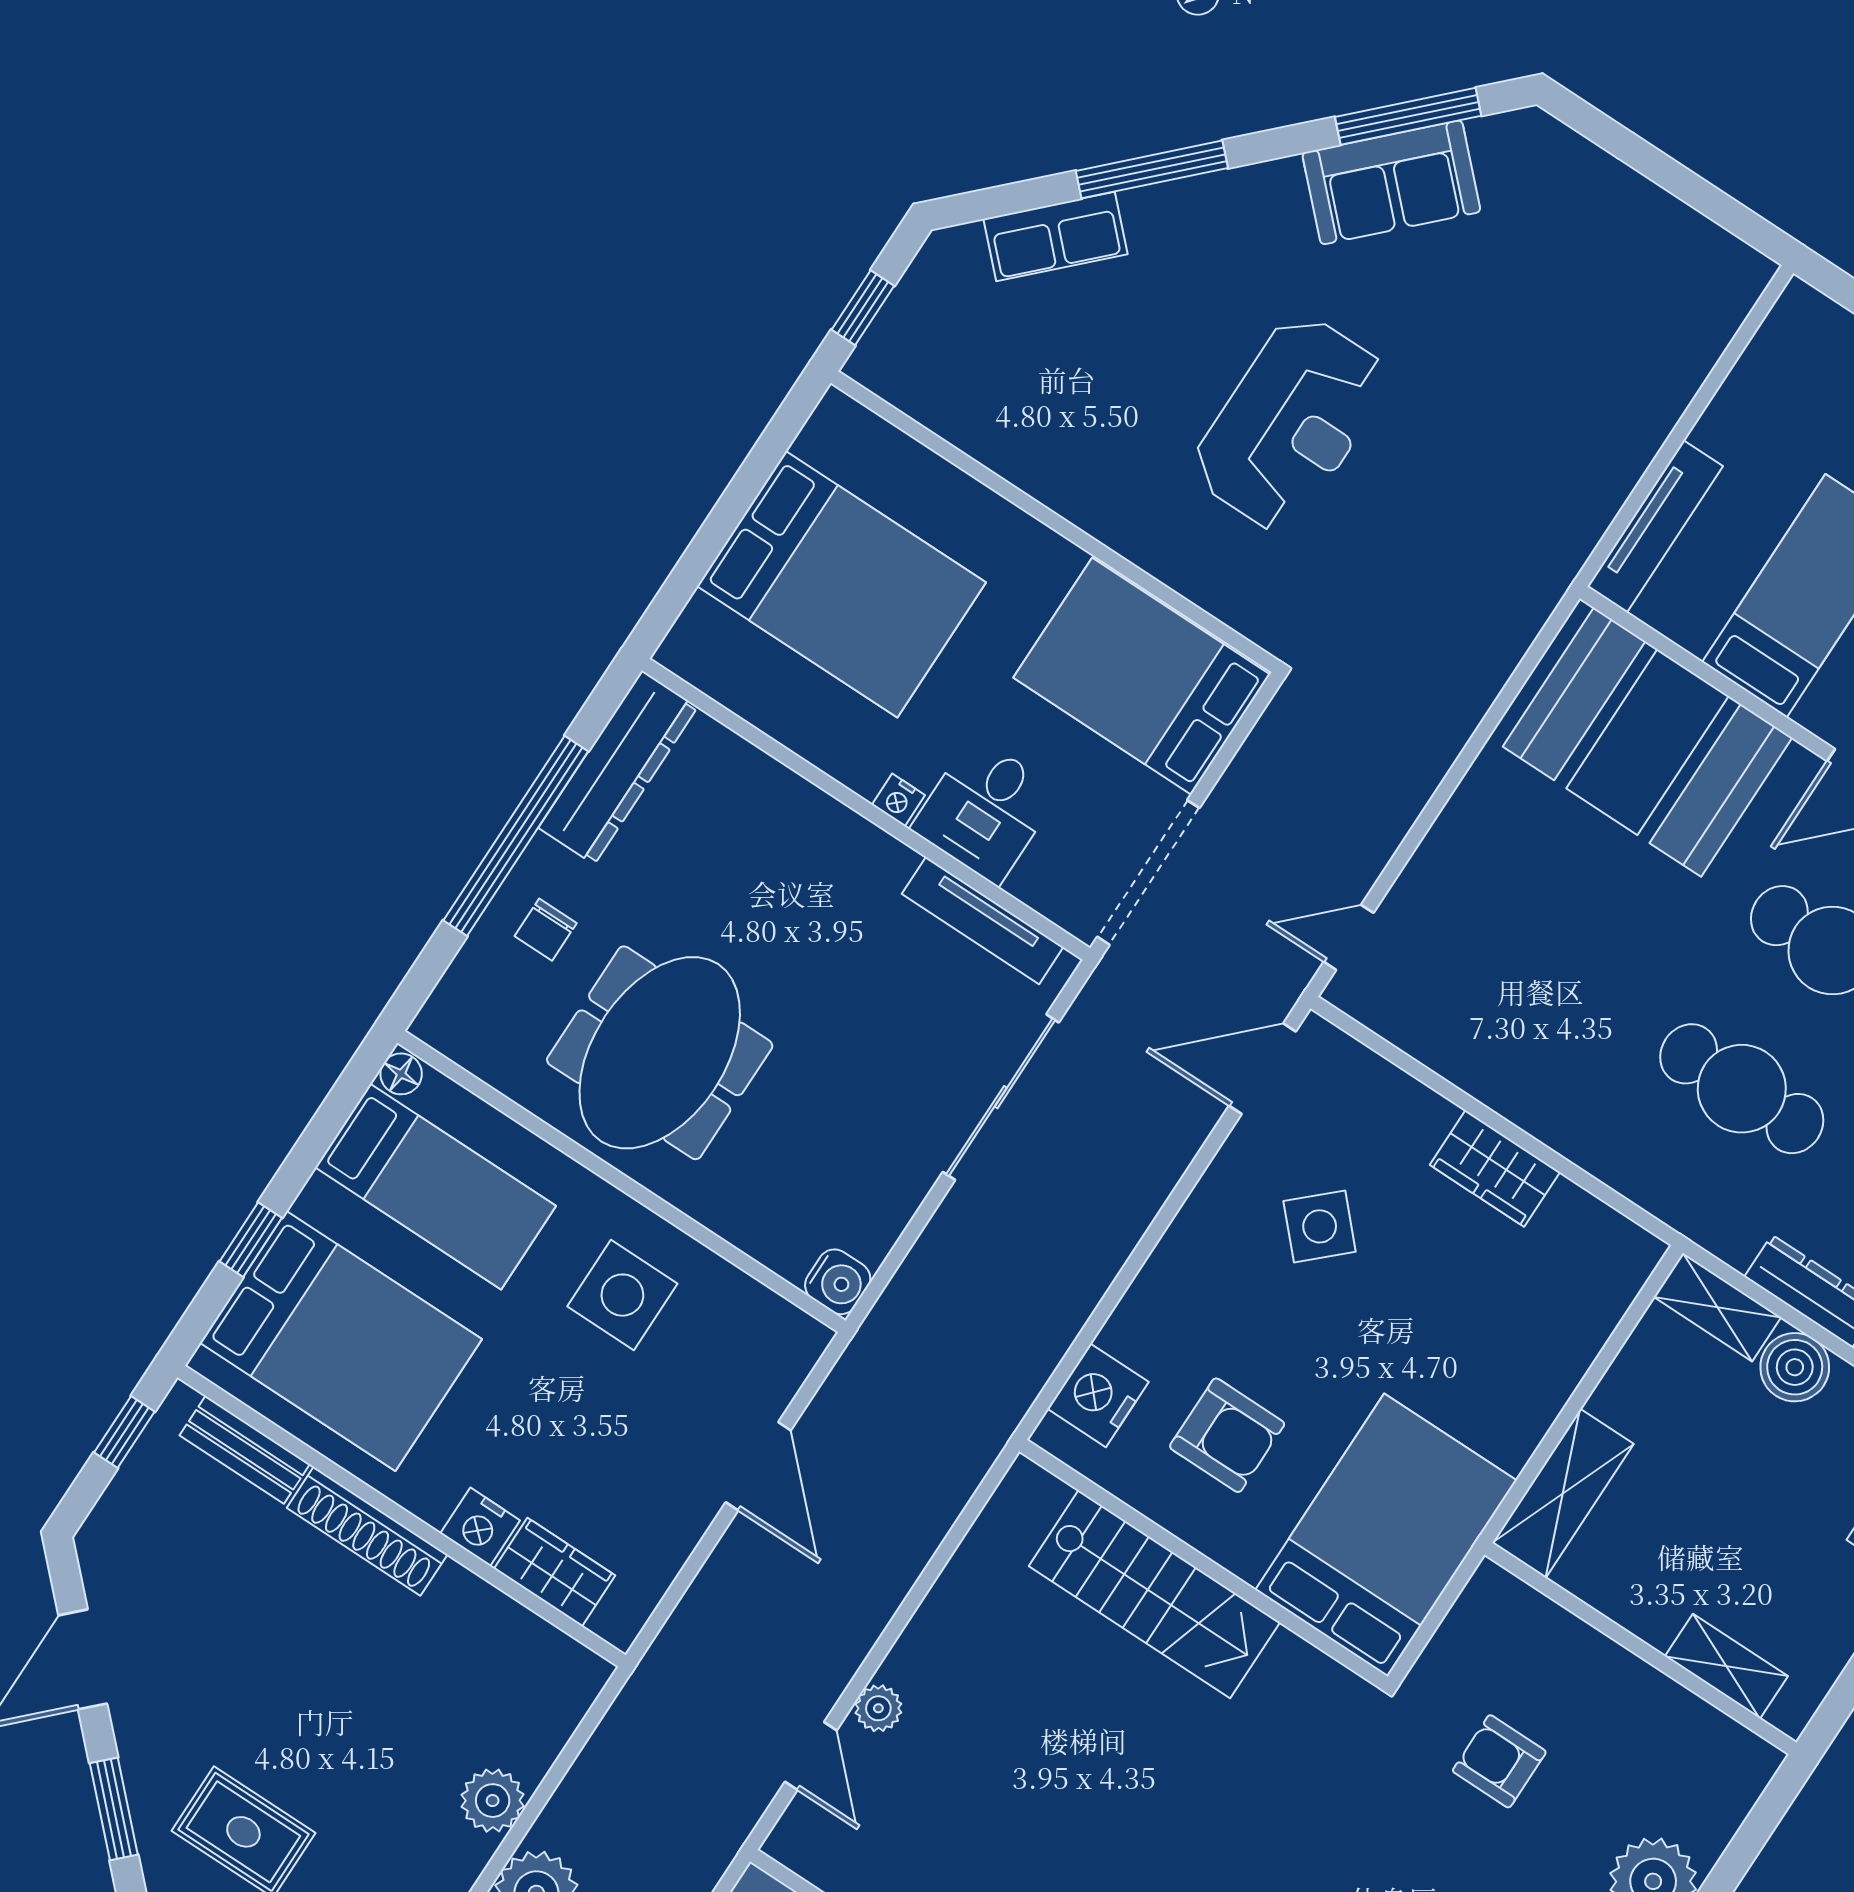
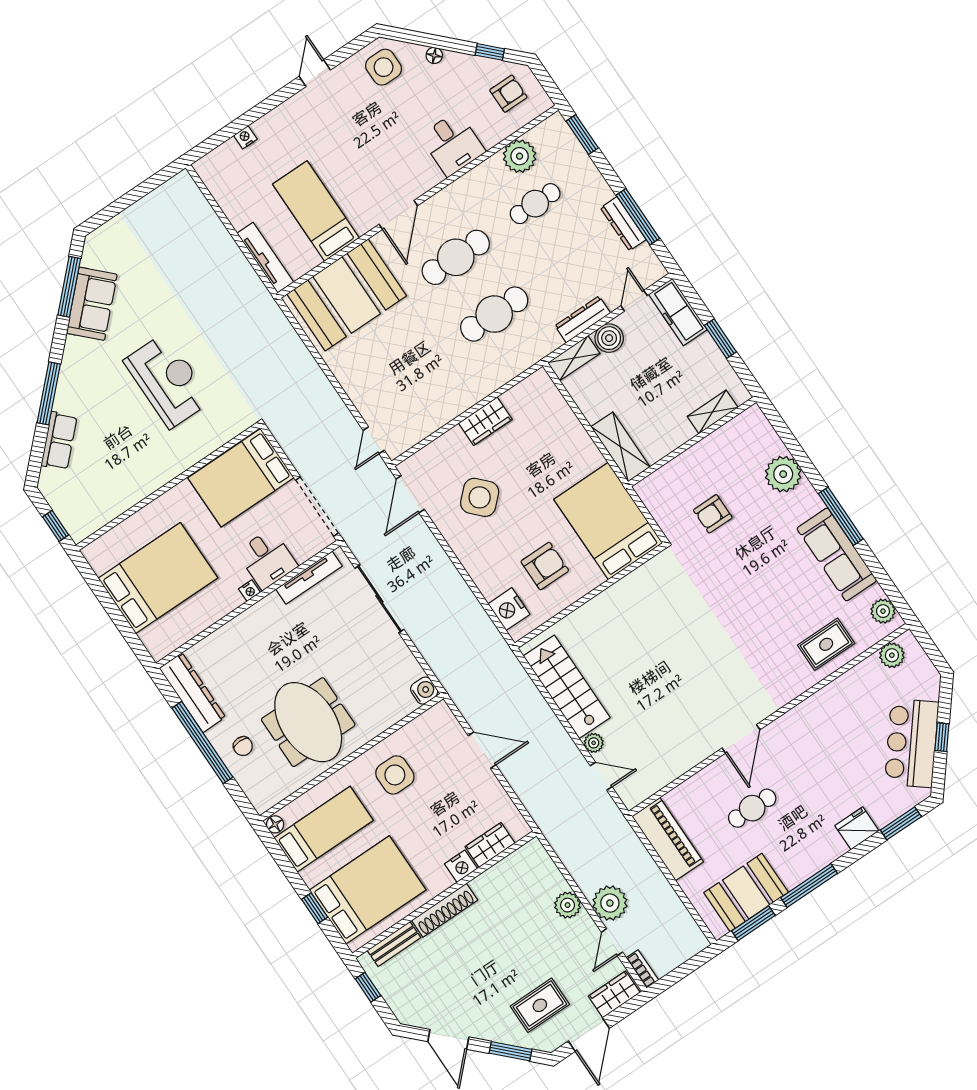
side table: (1320, 1226) -> (480, 497), width x1.37, depth x1.37
stairs: (1154, 1594) -> (567, 687), moved, turned -90

